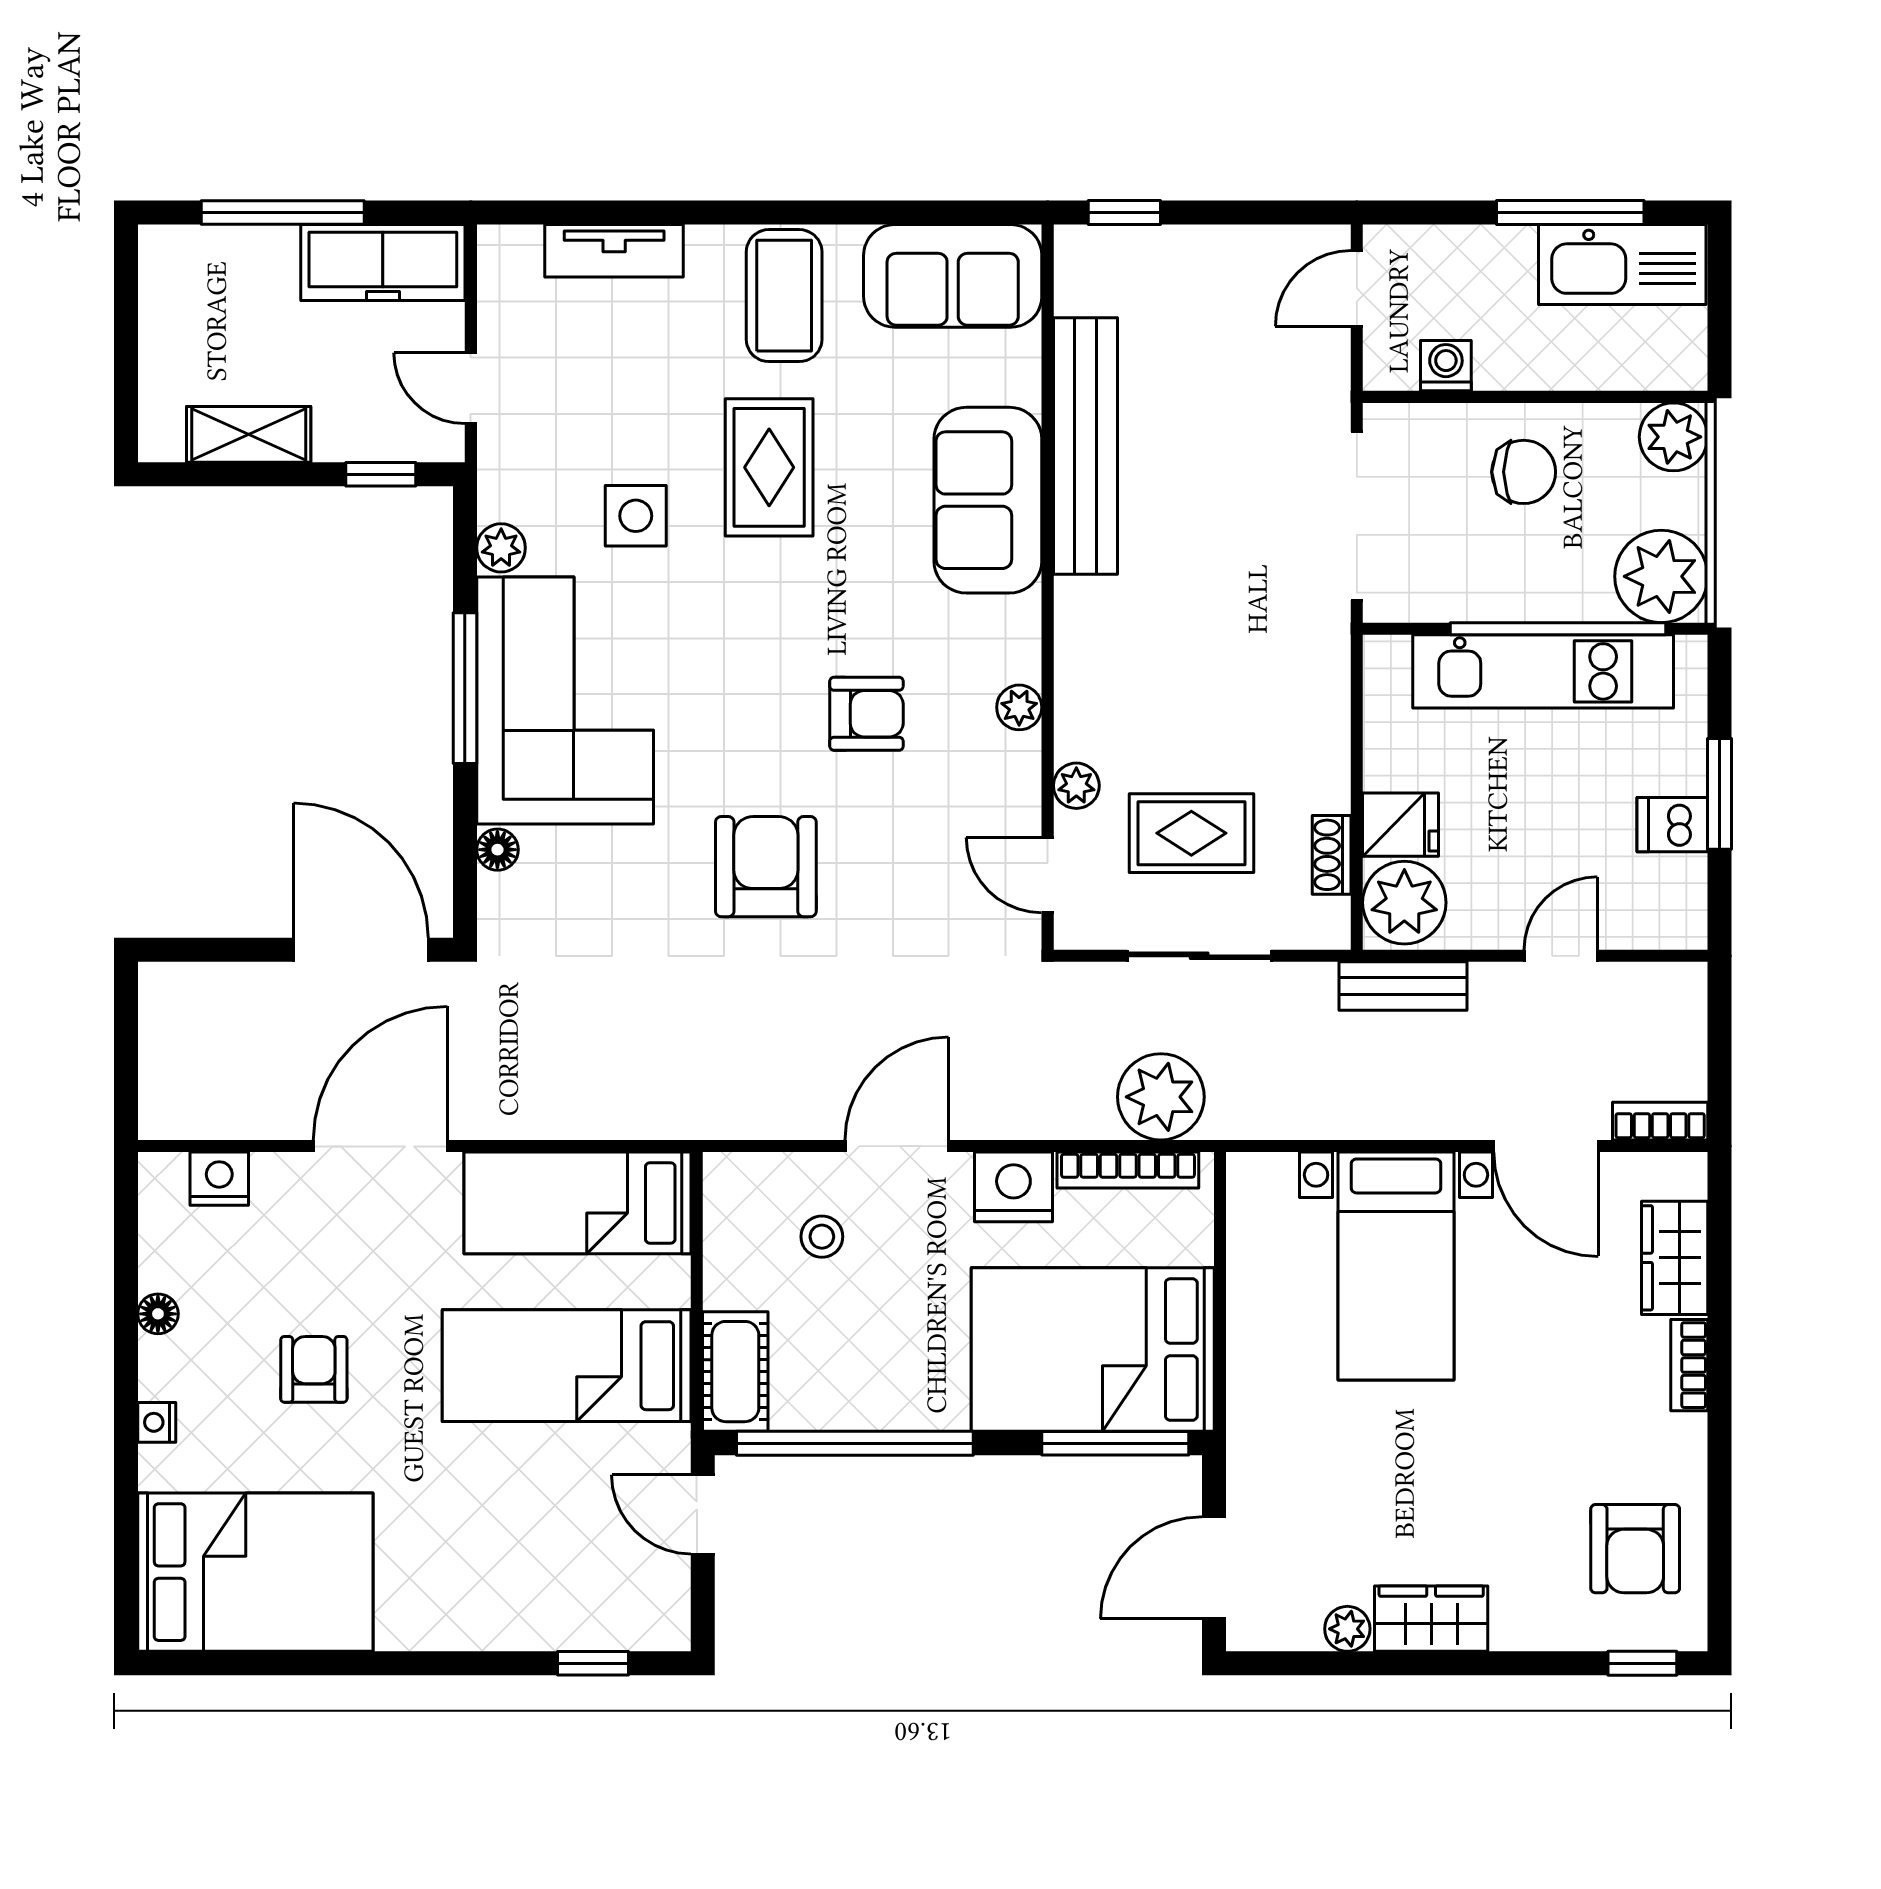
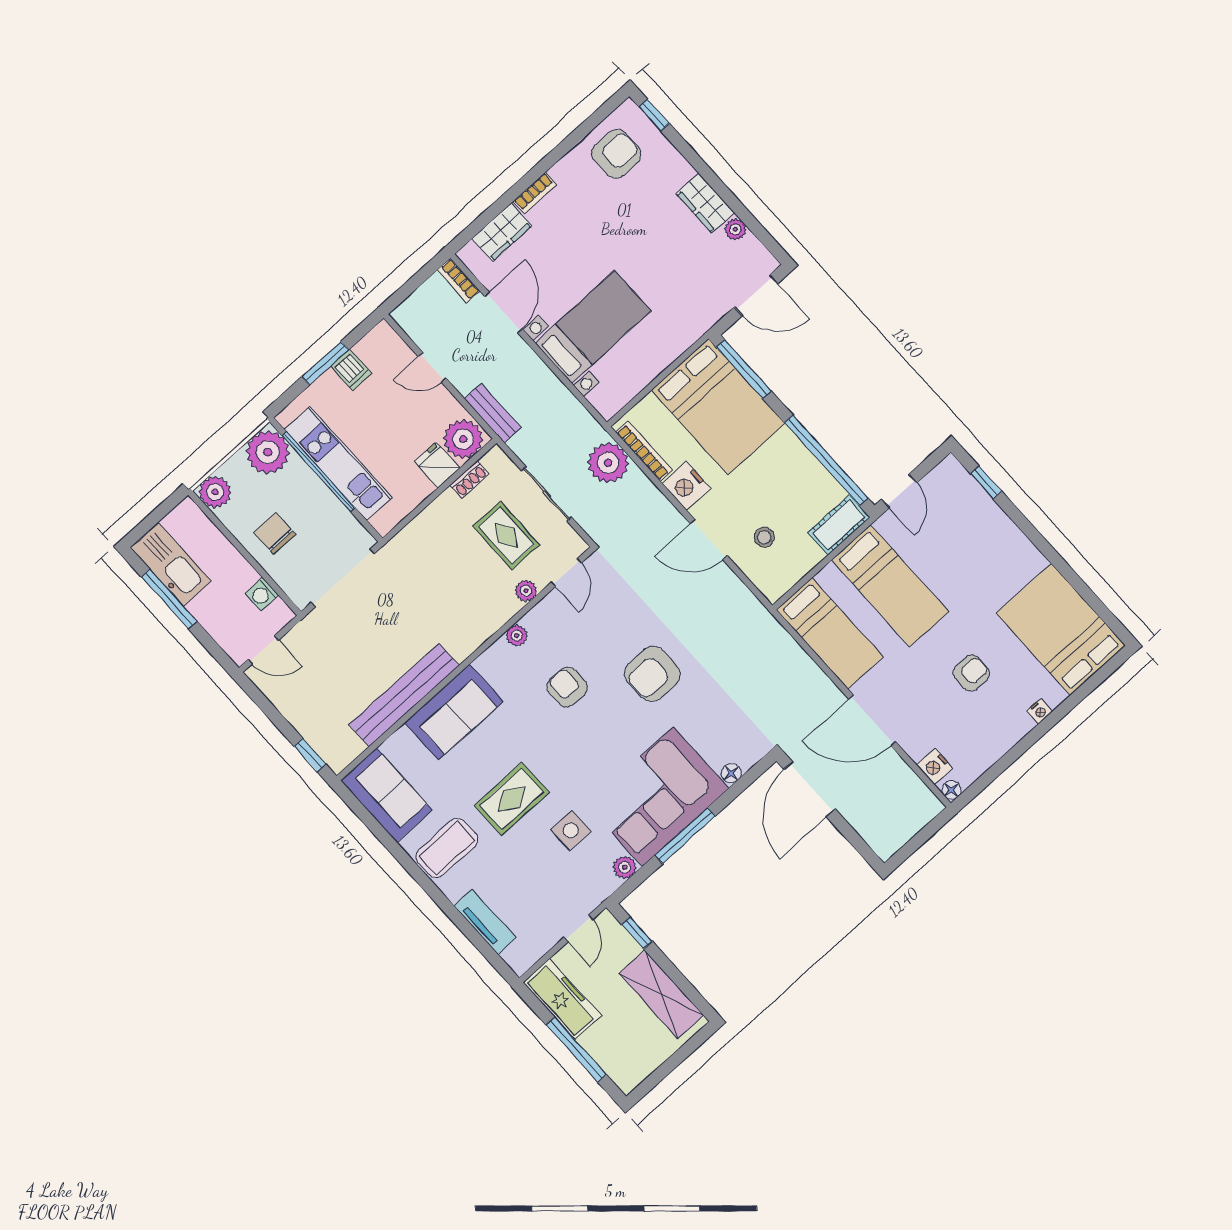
shelving: (249, 434) -> (661, 995), width x1.50, depth x1.33
floor lamp: (158, 1314) -> (952, 790), moved
armchair: (314, 1369) -> (971, 673), turned 180

